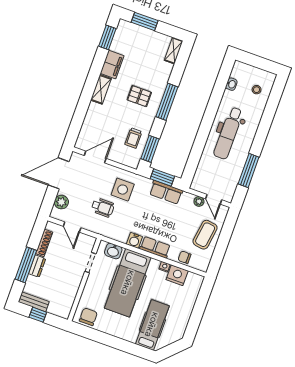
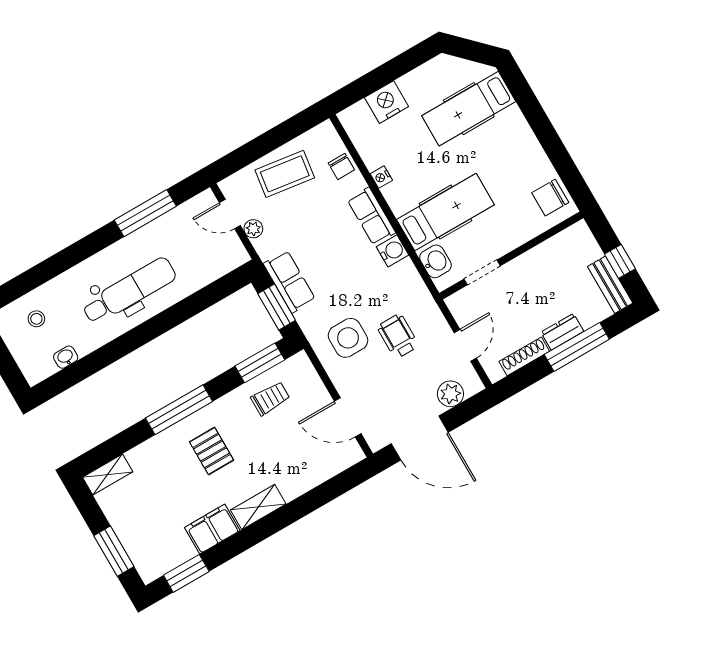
door: (214, 199) -> (230, 214), swing flipped
nightstand: (177, 275) -> (387, 102), moved, turned 90
hospital bed: (128, 283) -> (445, 212), width x0.73, depth x0.78

